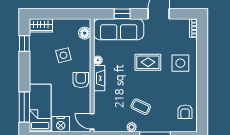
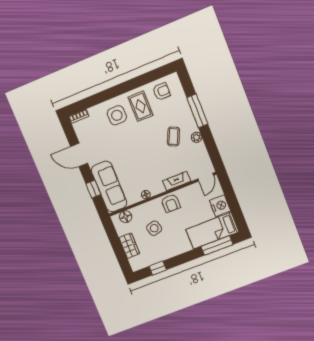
wardrobe: (41, 25) -> (129, 246), moved
rug: (148, 62) -> (140, 106), moved
fireplace: (99, 78) -> (177, 181), moved
armchair: (81, 80) -> (171, 203), turned -90

